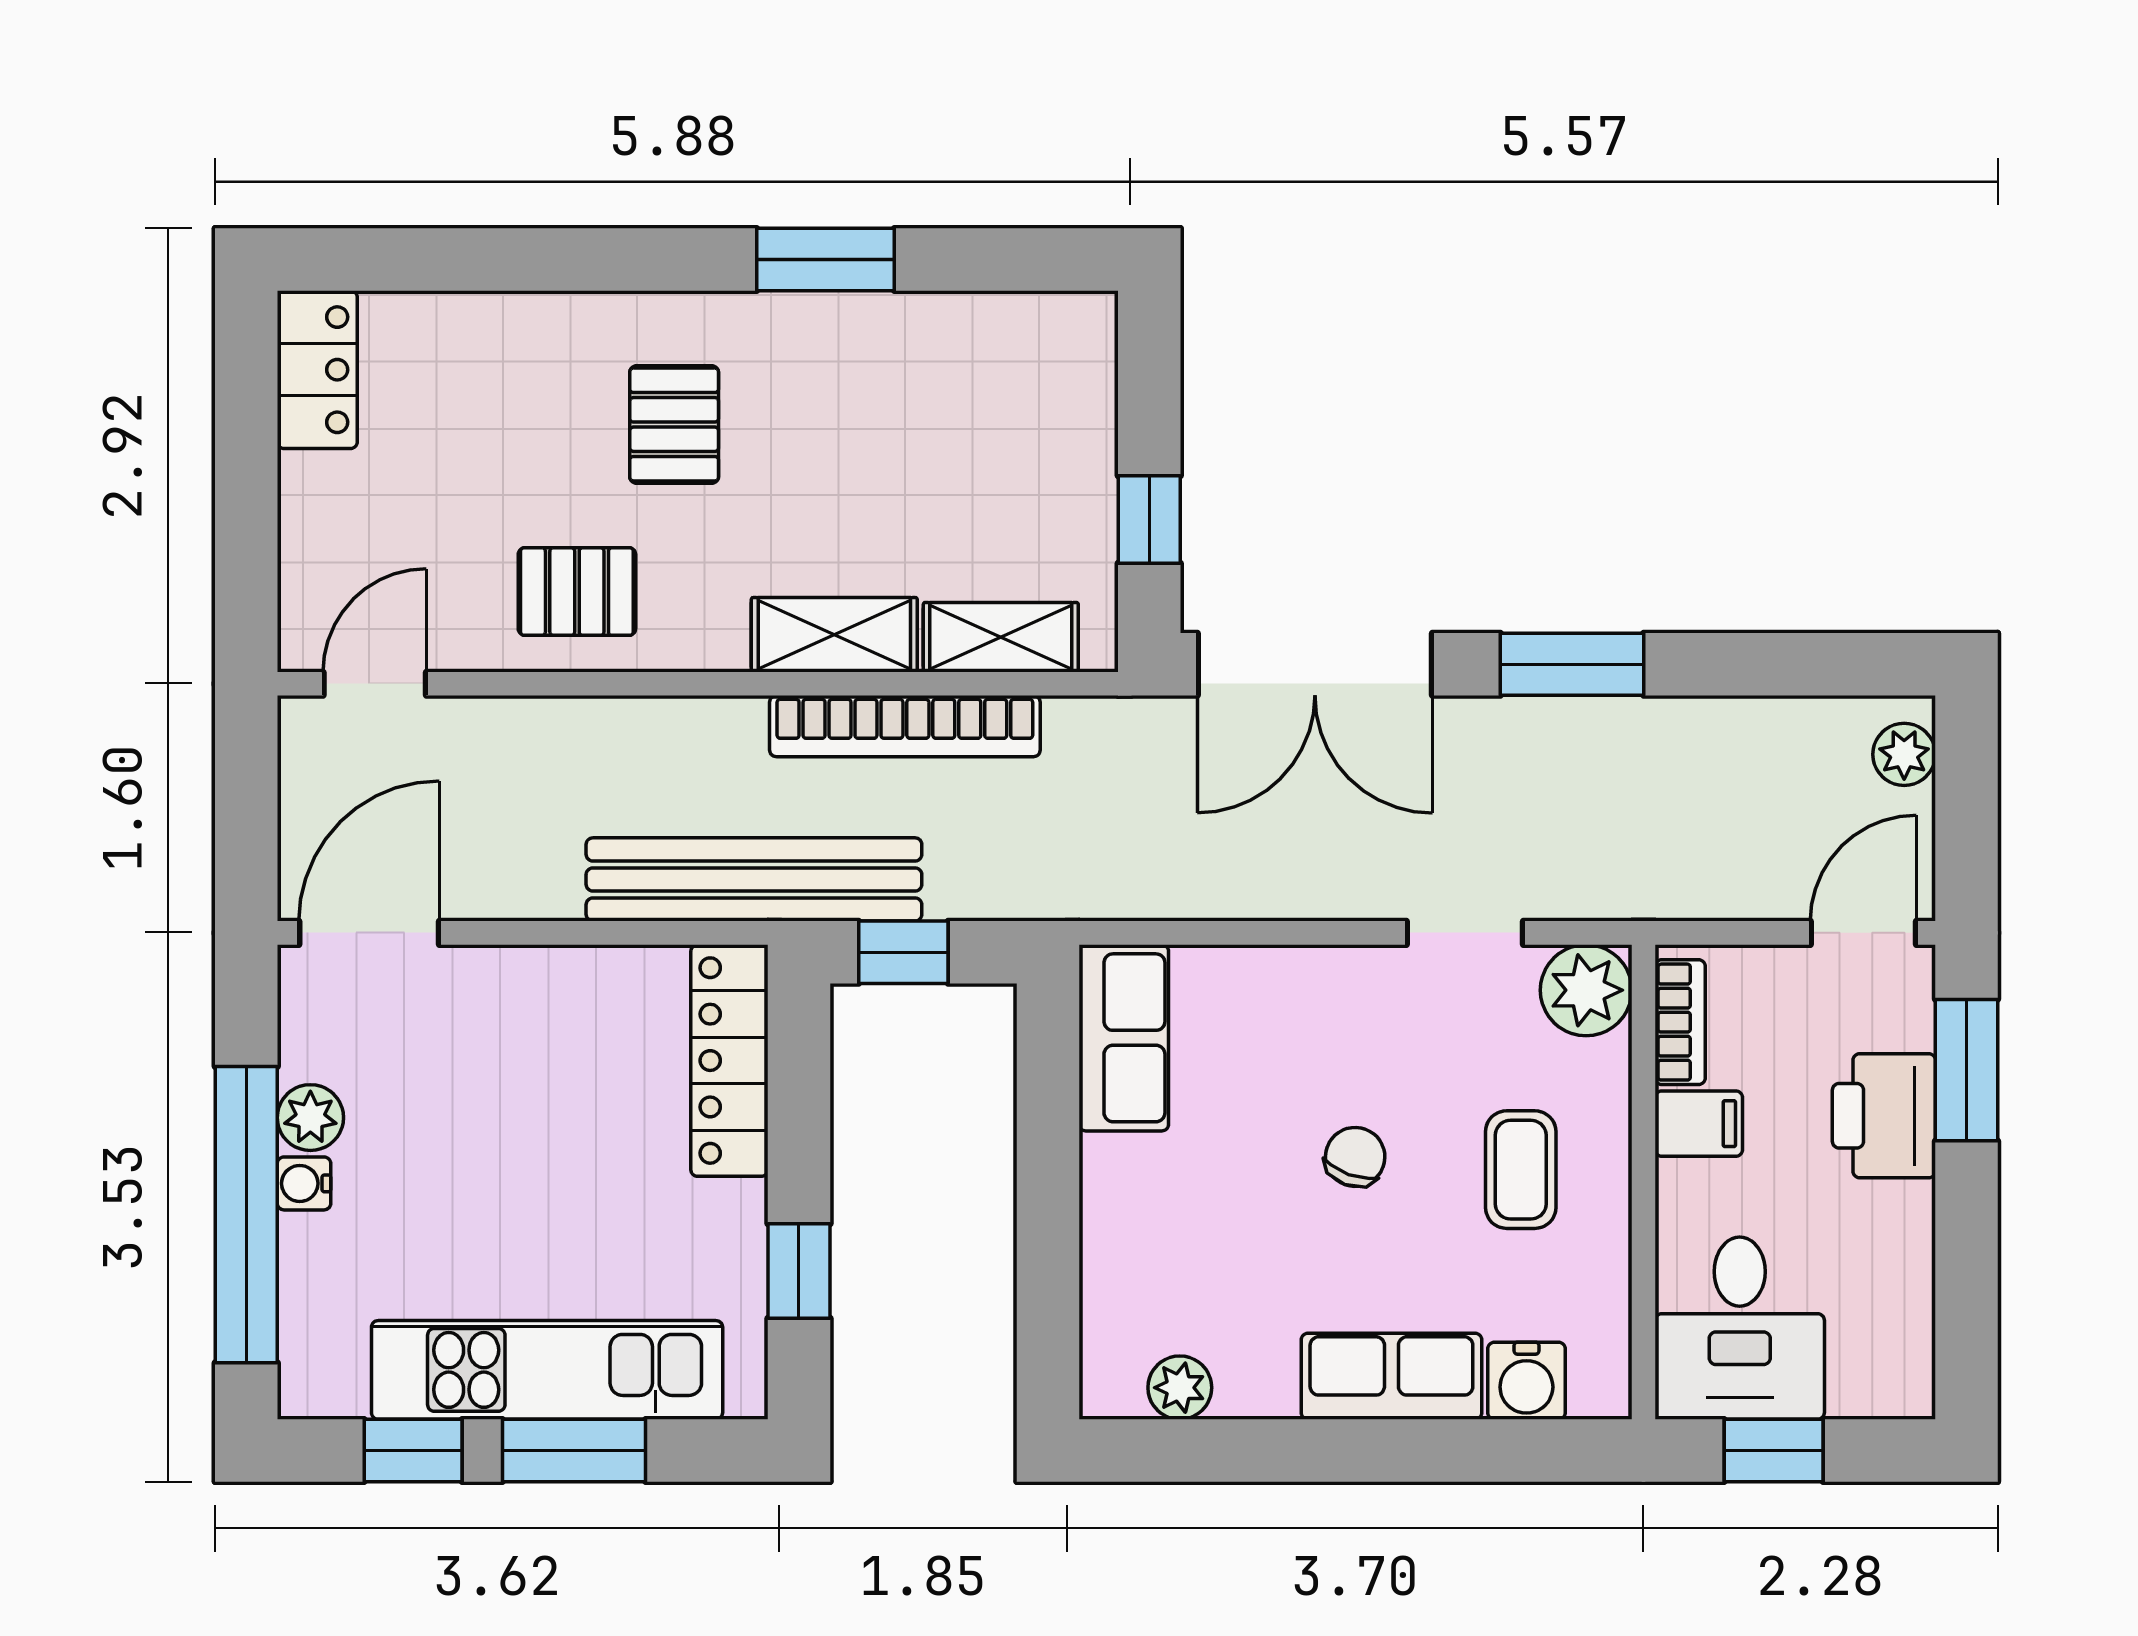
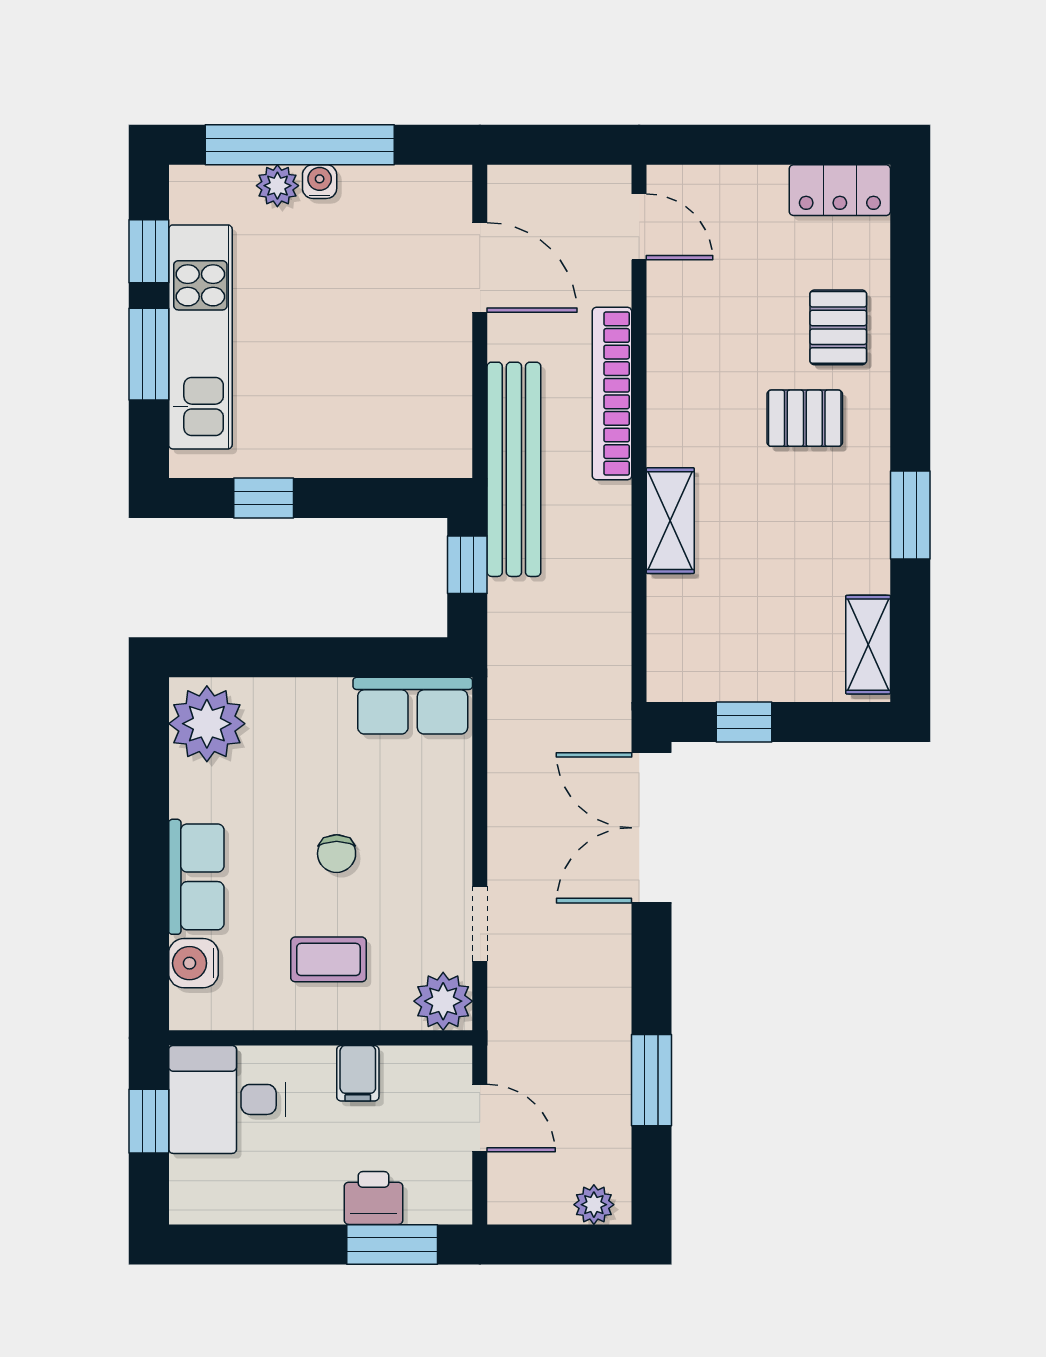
pallet: (577, 592) -> (838, 327), moved
shelving: (1001, 637) -> (868, 645), moved
window: (1572, 664) -> (651, 1080), moved
bookcase: (905, 726) -> (612, 394), moved
door: (369, 933) -> (480, 267), moved
door: (1863, 933) -> (480, 1118), moved
bookcase: (1680, 1022) -> (423, 1061), removed
locker: (729, 1061) -> (398, 454), removed
printer: (1884, 1116) -> (373, 1198), width x0.73, depth x0.81
plant: (310, 1118) -> (277, 186), moved
chair: (1355, 1157) -> (337, 854), turned 70
plant: (1180, 1388) -> (207, 724), width x1.88, depth x1.88

